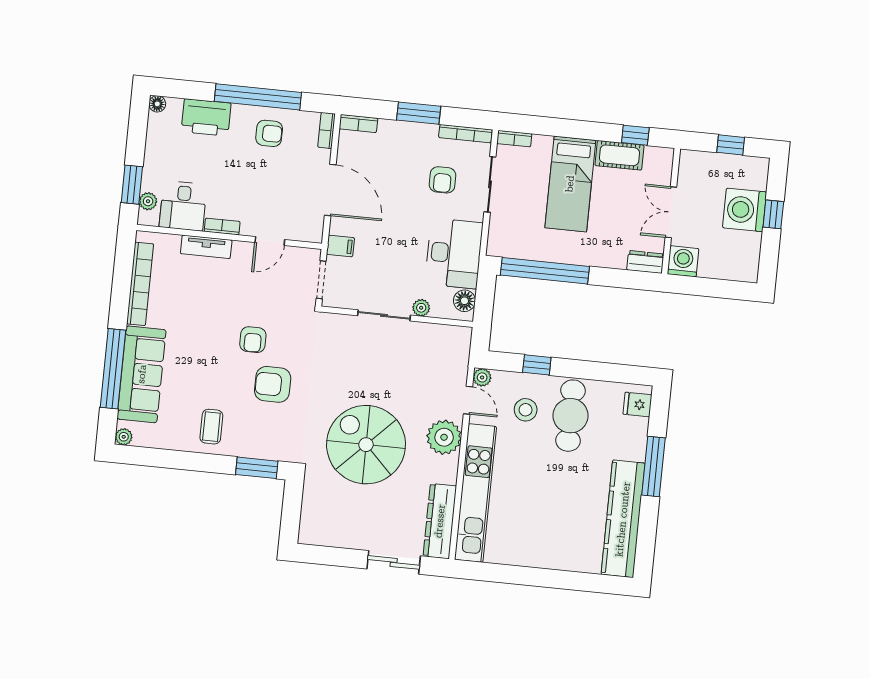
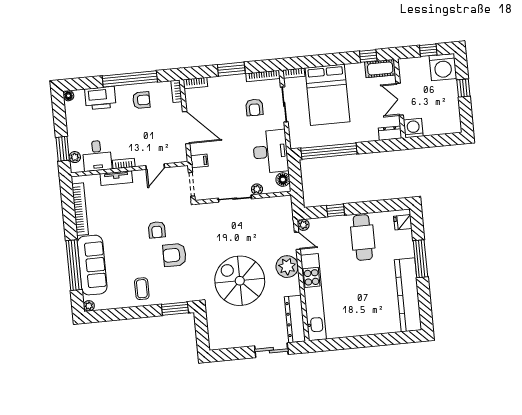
cot: (619, 155) -> (380, 69), moved
bed: (570, 184) -> (327, 95), width x1.50
washing machine: (745, 210) -> (443, 67), moved, turned -90
stool: (526, 410) -> (334, 239), removed

